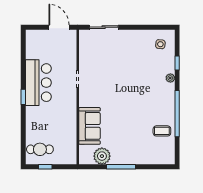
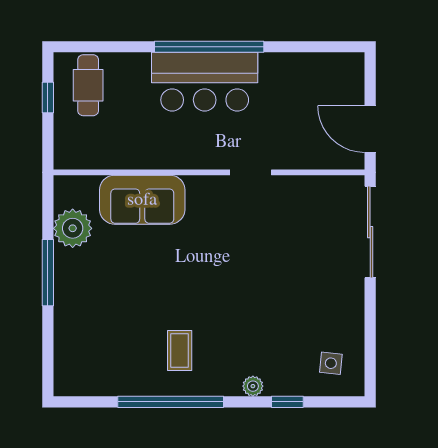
door: (59, 27) -> (370, 129), swing flipped
sliding door: (104, 27) -> (370, 232), width x1.37
bar counter: (38, 83) -> (205, 82), moved
window: (23, 97) -> (209, 47), width x3.17
coffee table: (162, 131) -> (180, 350), moved

